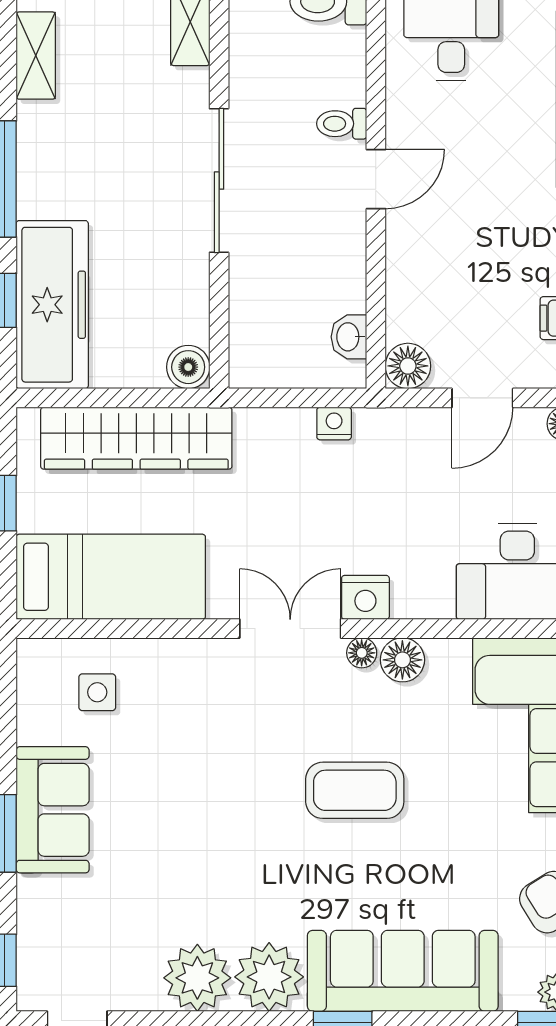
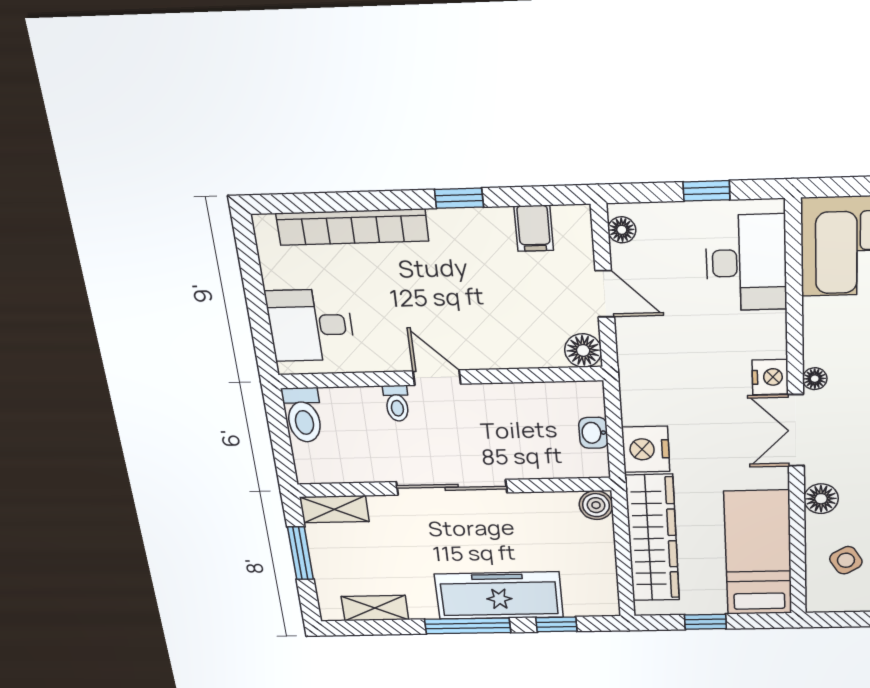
freezer: (52, 305) -> (499, 596), moved
washbasin: (349, 337) -> (593, 433), moved, turned 90
nightstand: (334, 423) -> (646, 449), moved, width x1.89, depth x1.79
floor lamp: (402, 660) -> (821, 499), moved
side table: (97, 692) -> (846, 560), turned -31

